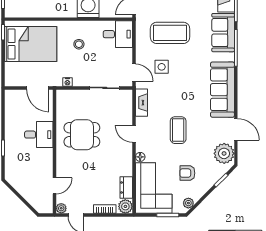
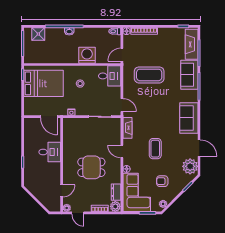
side table: (162, 67) -> (143, 101), removed
sofa: (222, 90) -> (189, 118), width x0.73
dining table: (82, 135) -> (91, 167), moved

